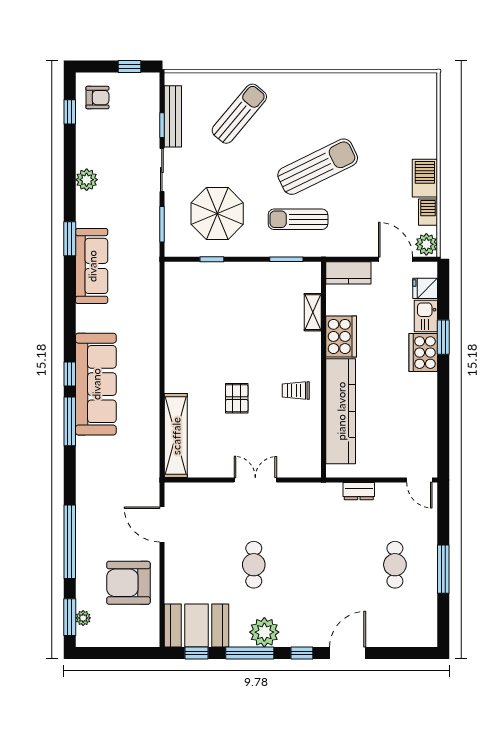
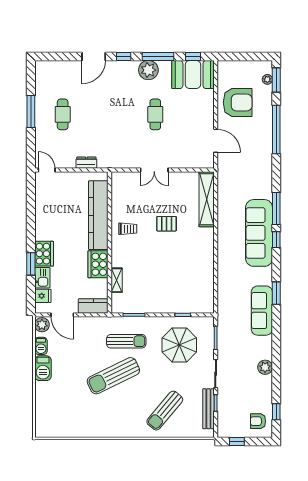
window: (70, 239) -> (276, 293), moved
pallet: (237, 398) -> (167, 224), turned 90

